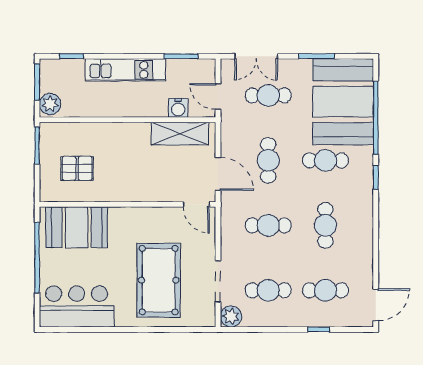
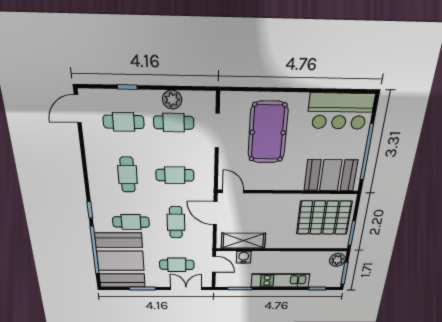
pallet: (77, 168) -> (324, 218), width x2.05, depth x2.00
plant: (231, 316) -> (172, 100), moved

